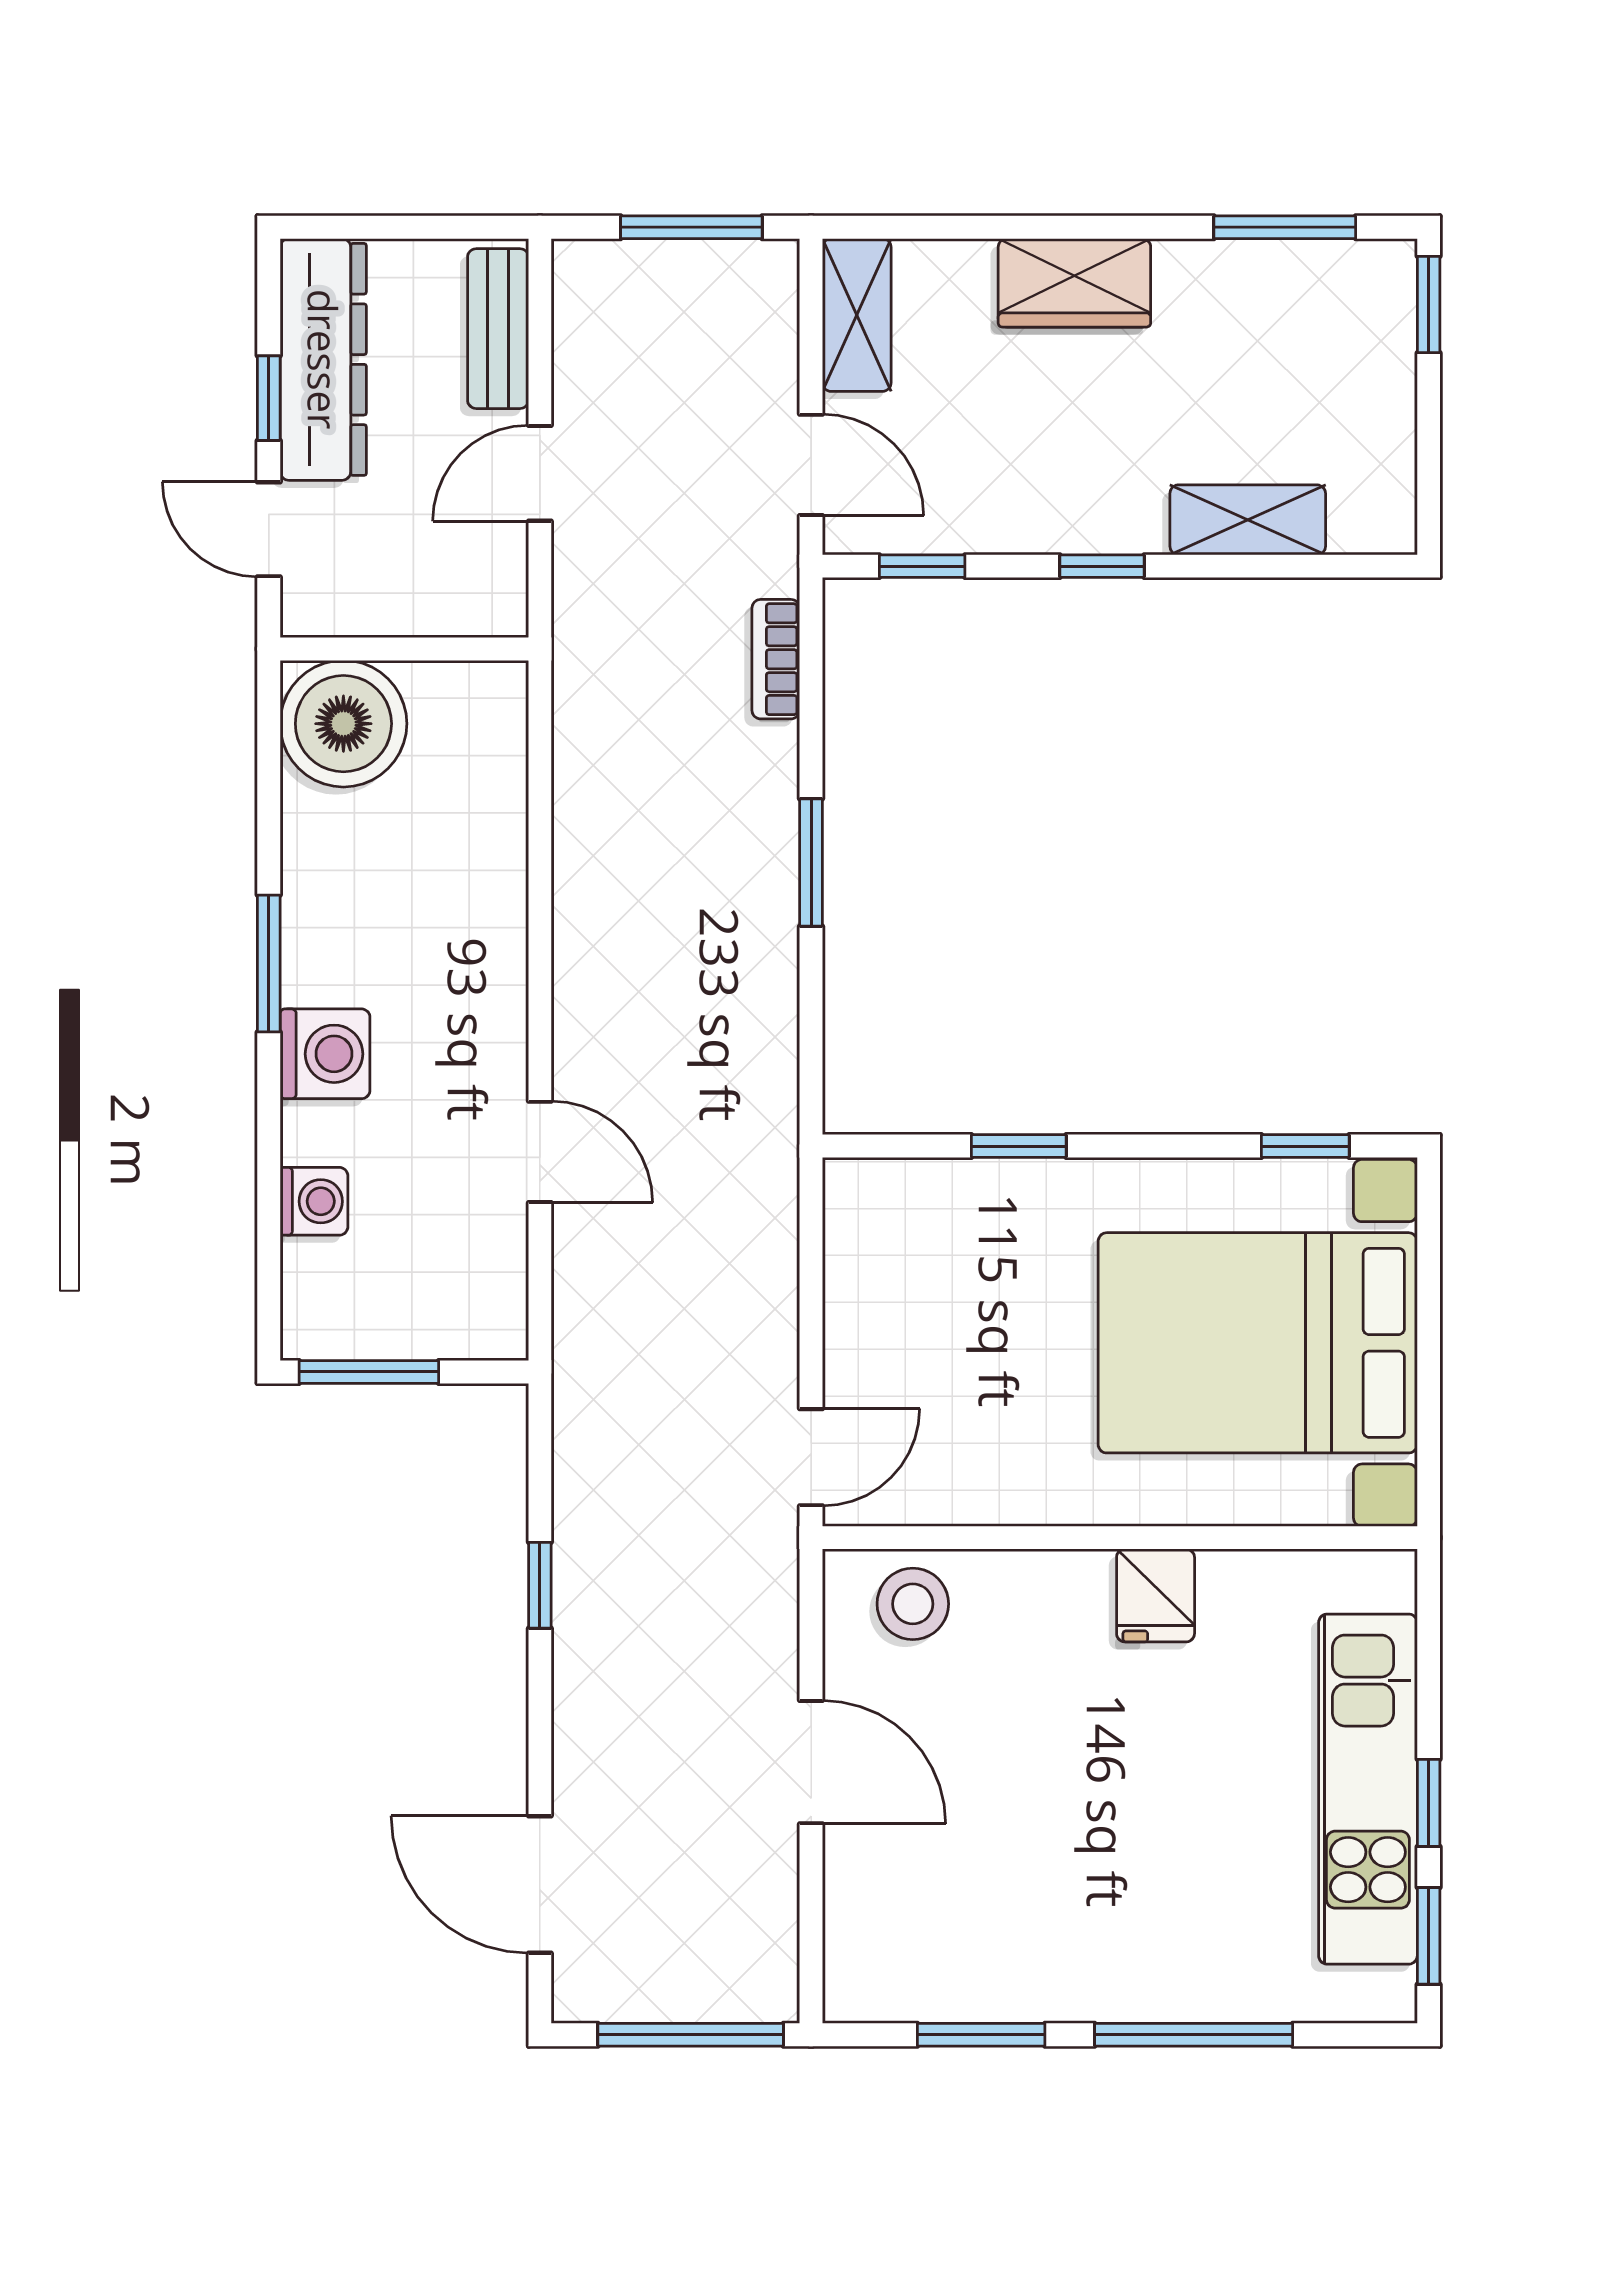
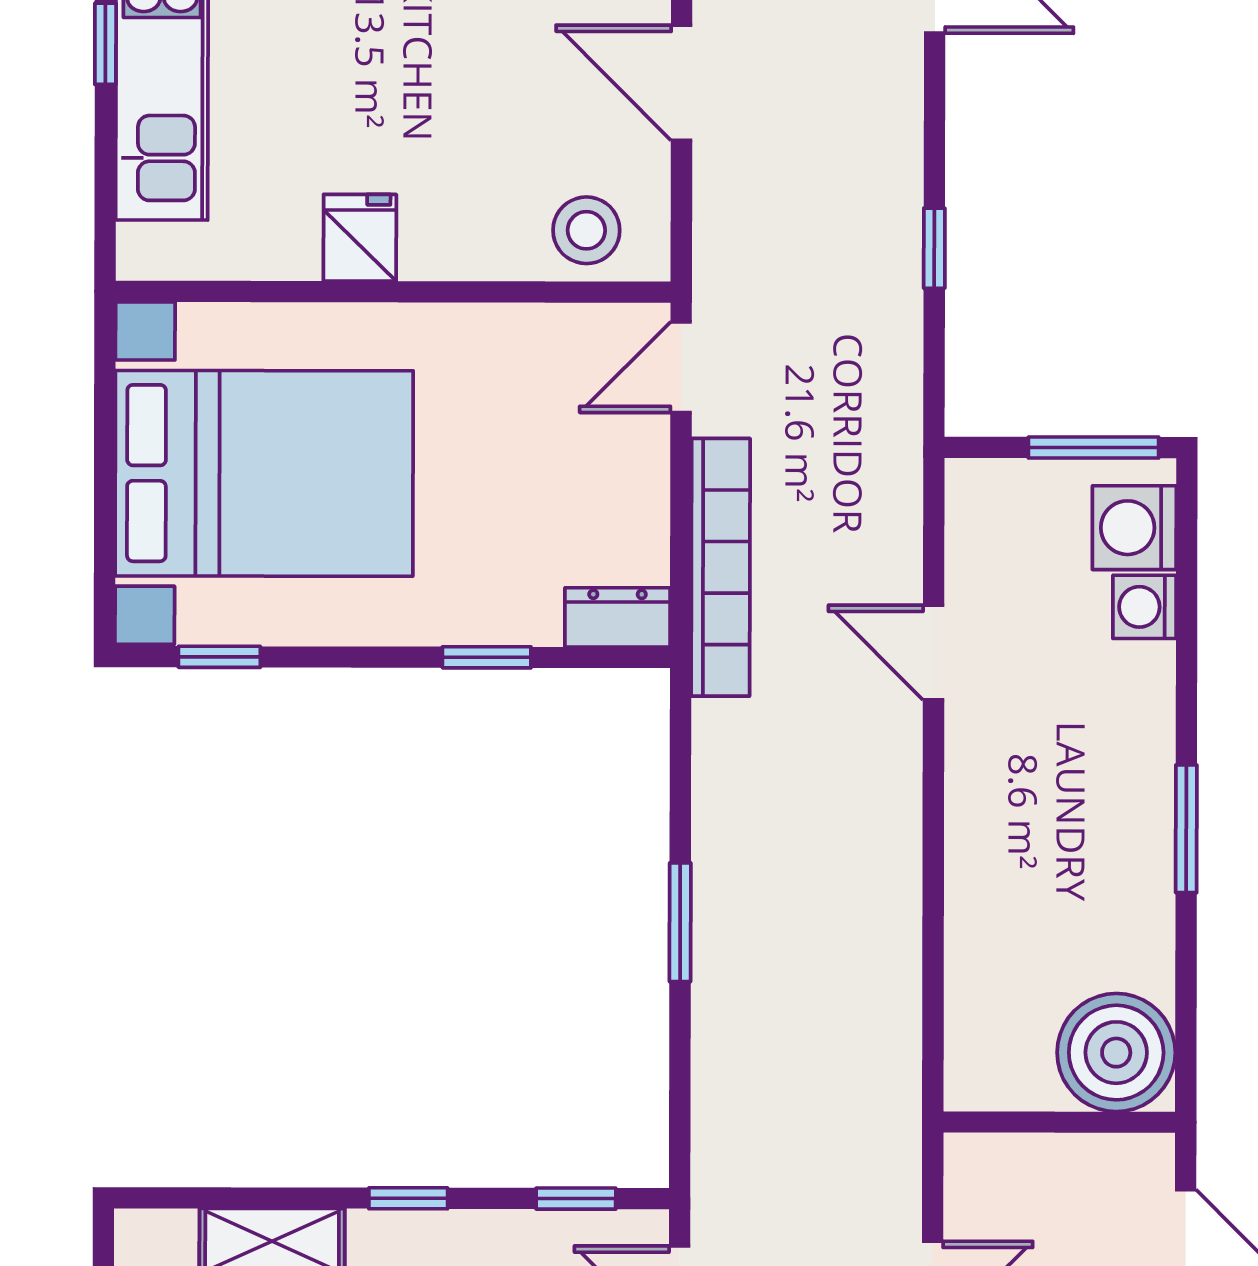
bookcase: (776, 659) -> (721, 567), moved, width x2.31, depth x1.31
washing machine: (325, 1054) -> (1134, 528), moved
dresser: (879, 1189) -> (617, 617), added

